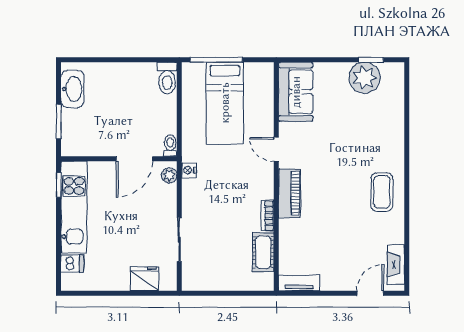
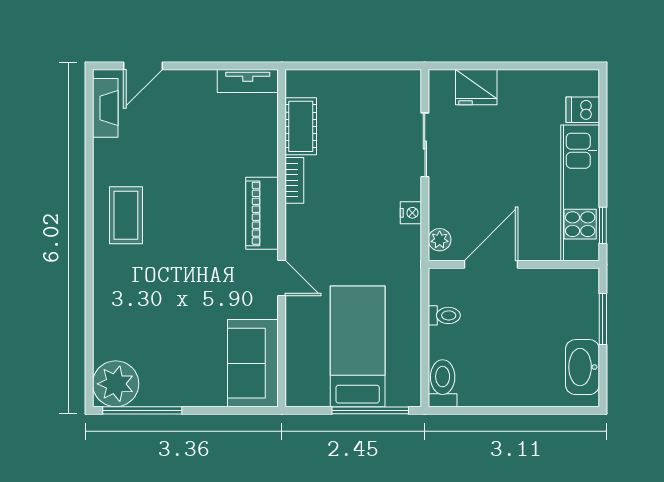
window: (371, 60) -> (142, 410), width x2.17
plant: (365, 78) -> (116, 384), moved
toilet: (170, 145) -> (444, 315), moved, turned -90
nightstand: (189, 170) -> (411, 213), moved

